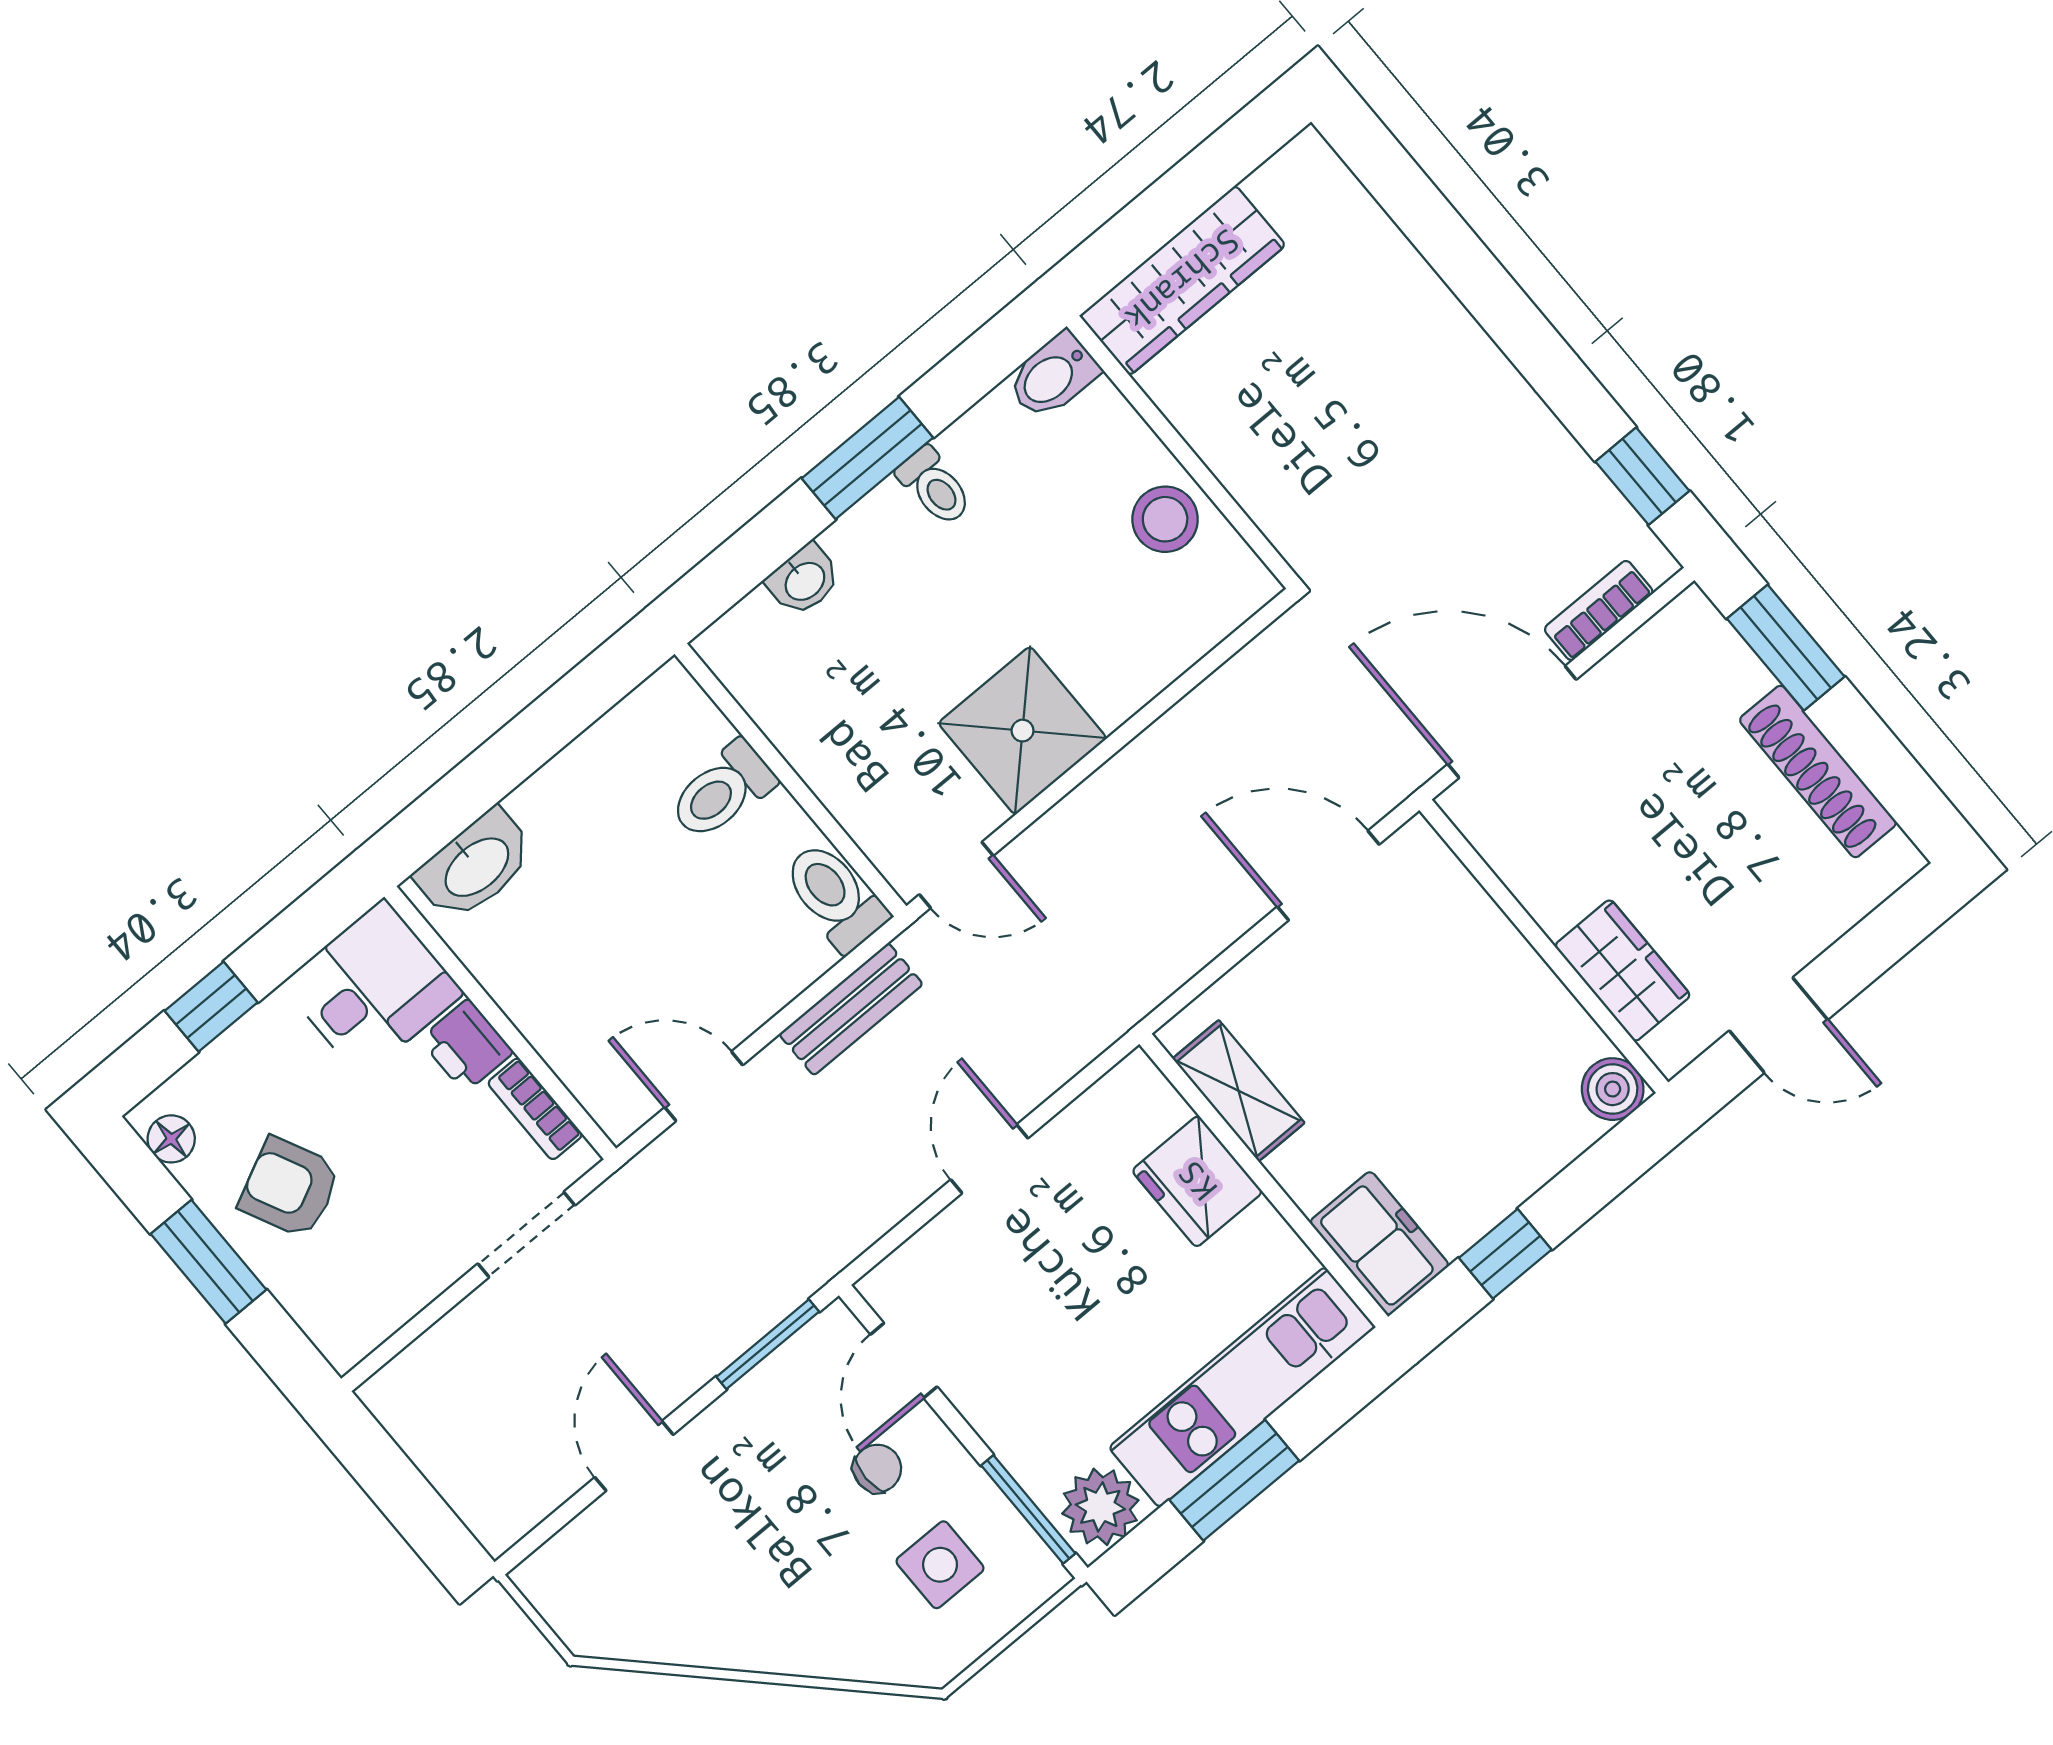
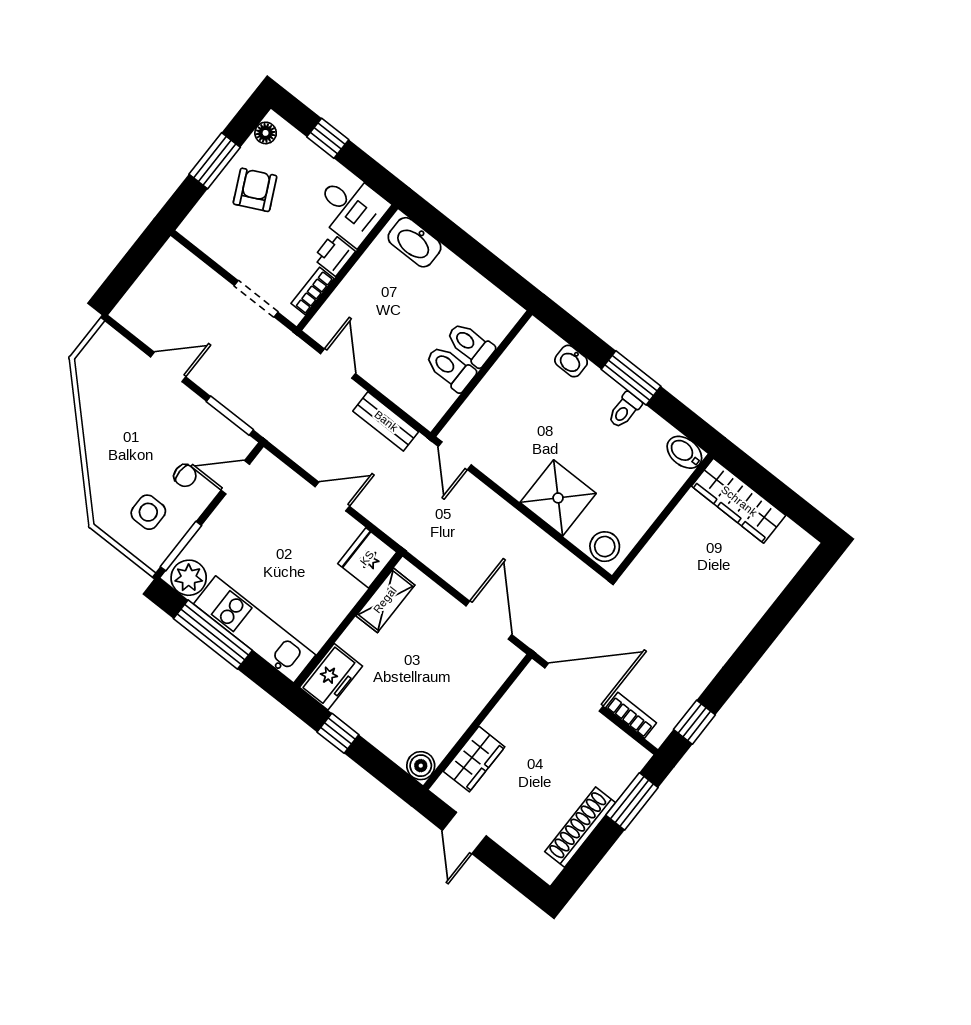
stool: (1165, 519) -> (605, 547), moved
door: (1512, 722) -> (574, 687), hinge flipped
shower: (1023, 731) -> (558, 498), moved
toilet: (835, 896) -> (450, 368), moved, turned -90
fridge: (1197, 1181) -> (367, 558), moved
window: (1234, 1480) -> (213, 634), width x1.44

